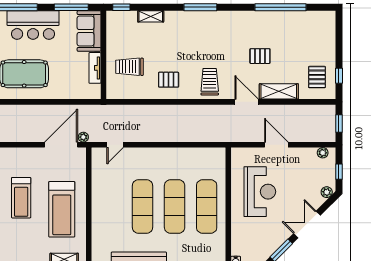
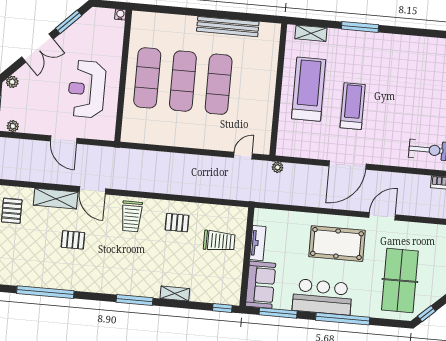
shelving: (151, 16) -> (175, 293), moved
door: (61, 145) -> (347, 165), moved

